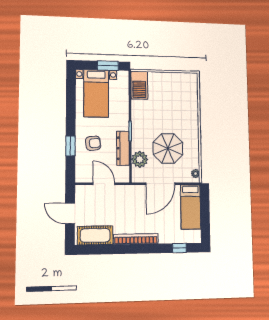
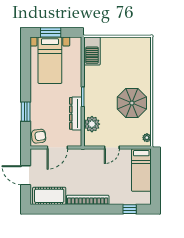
window: (108, 66) -> (51, 32), moved
armchair: (93, 143) -> (39, 136), moved
parasol: (168, 148) -> (132, 103), moved
door: (104, 184) -> (57, 148), swing flipped
door: (160, 184) -> (112, 148), width x0.53

